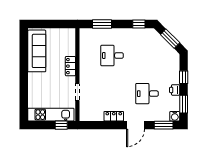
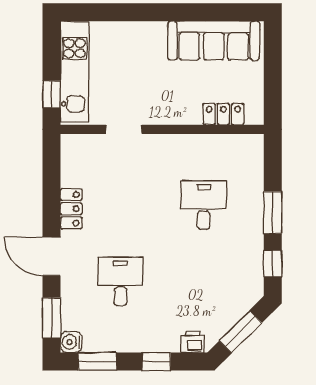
window: (102, 24) -> (273, 213), moved
locker: (70, 66) -> (223, 114), moved
printer: (175, 90) -> (193, 342), moved

